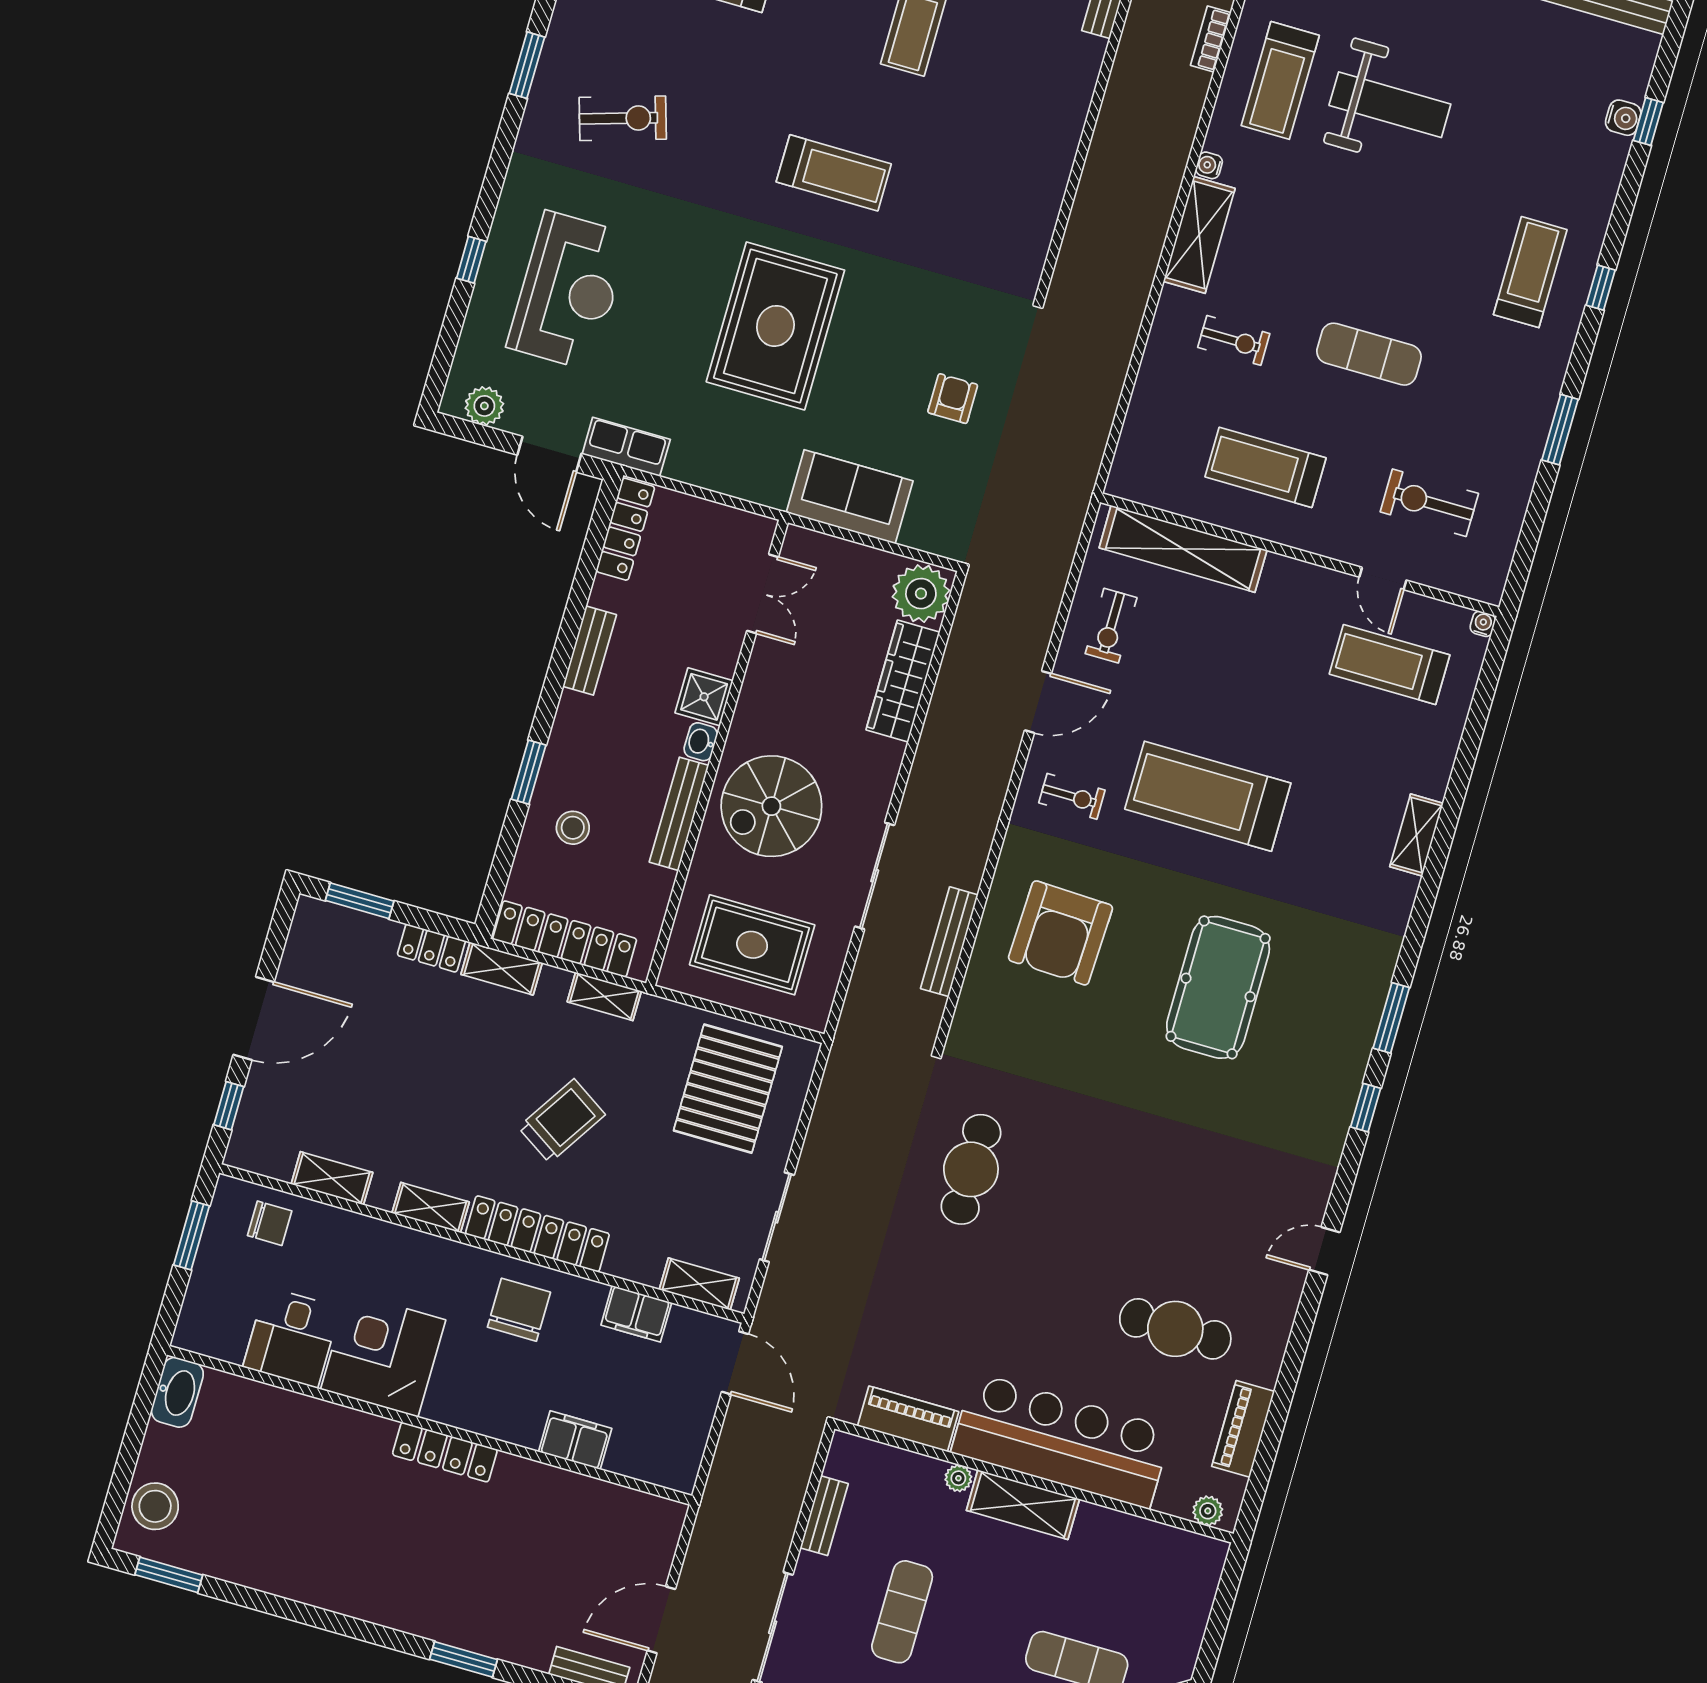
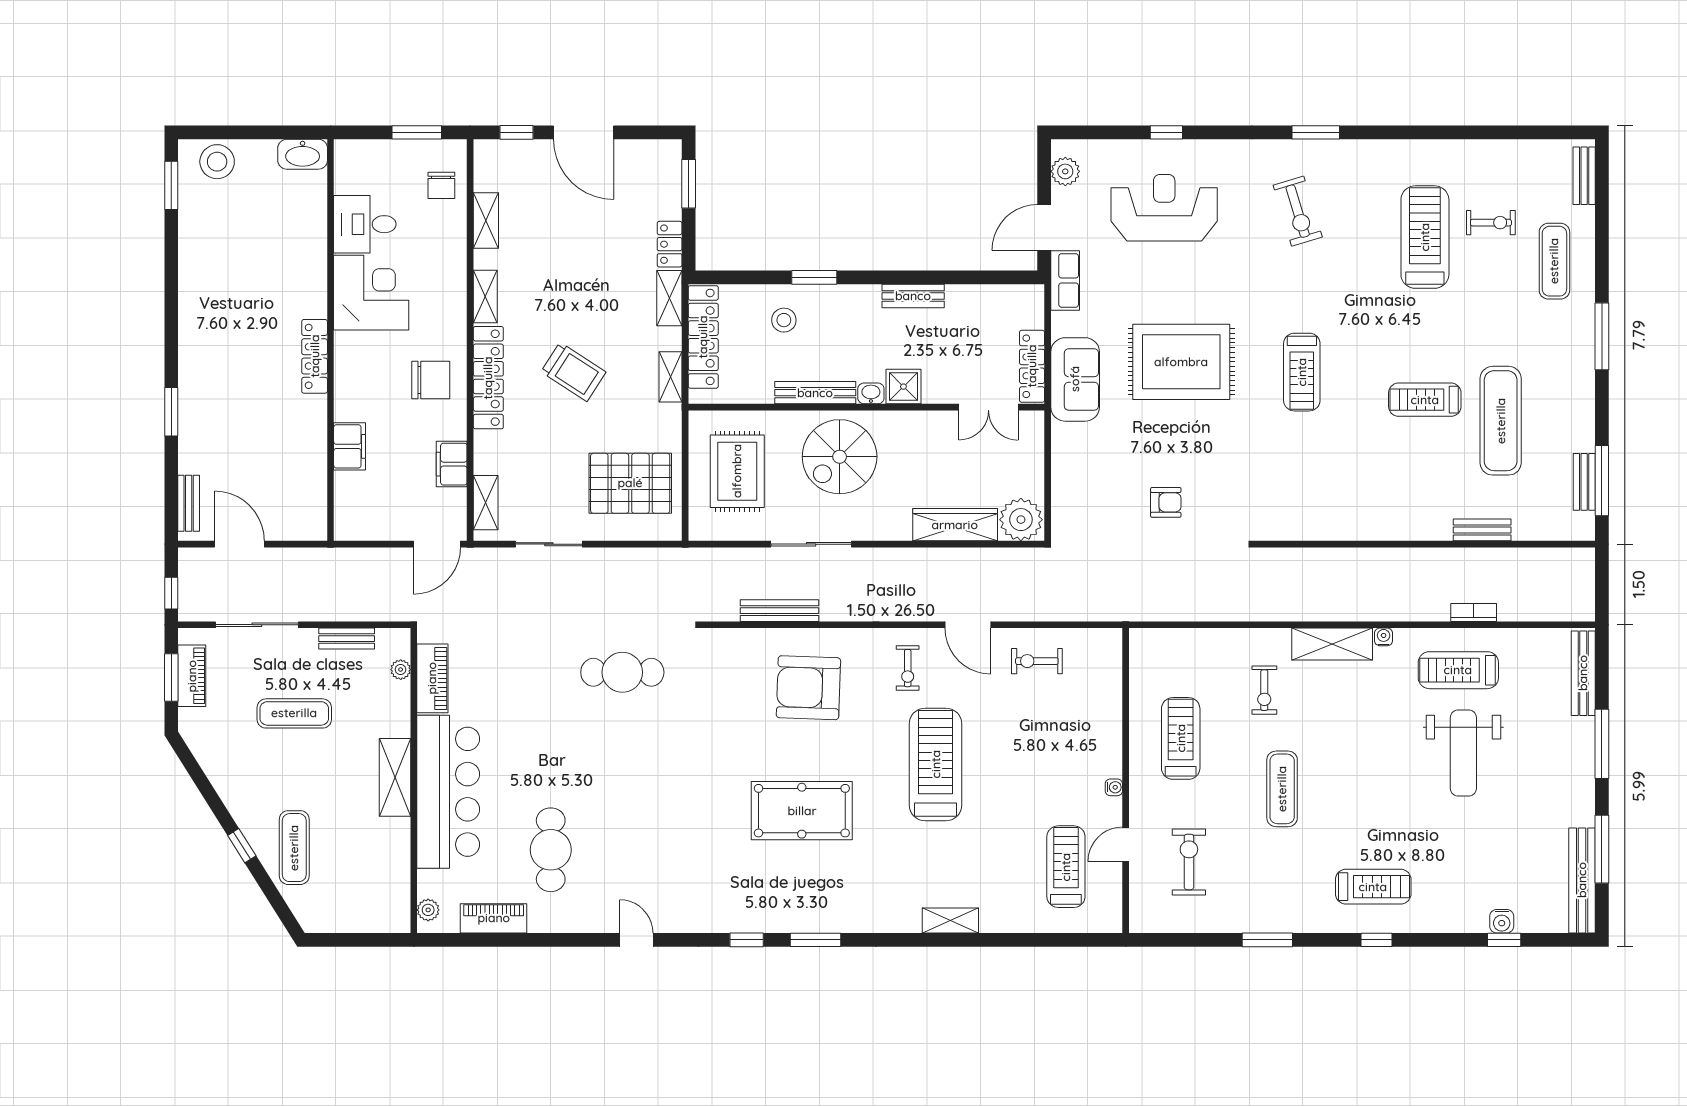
reception desk: (568, 291) -> (1164, 208), turned 180
sofa: (850, 497) -> (1075, 379), moved
locker: (625, 529) -> (1032, 366), moved, turned 90
shelving: (1183, 549) -> (1106, 697), removed
water cooler: (1483, 624) -> (1114, 787), moved
spiral stairs: (771, 806) -> (840, 457), turned -90
plant: (958, 1478) -> (401, 670), moved

